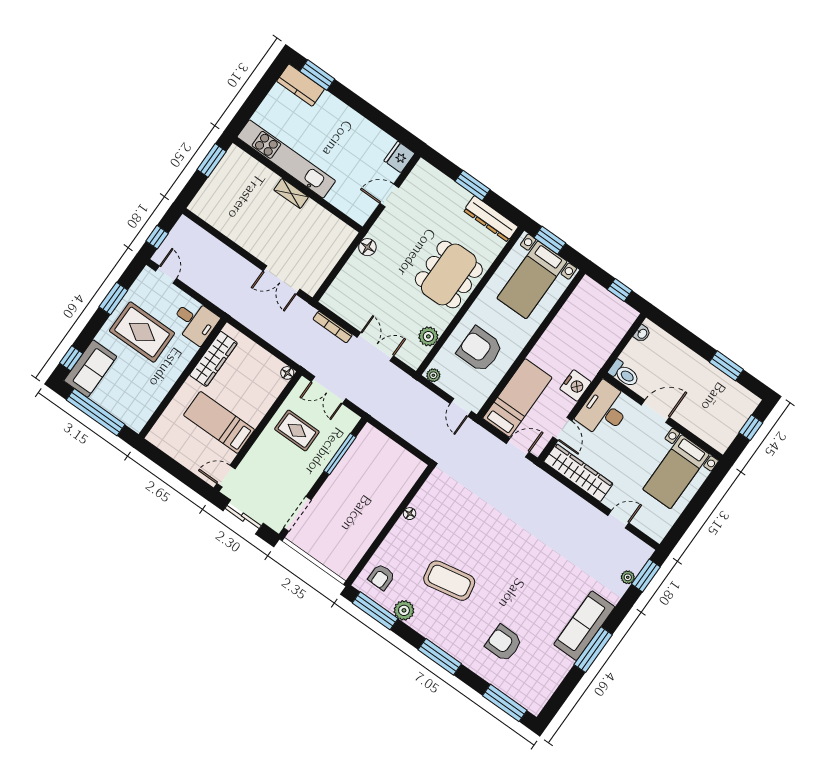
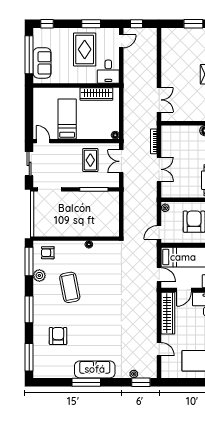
double door: (282, 280) -> (159, 100), swing flipped
plant: (428, 336) -> (183, 192), removed
sofa: (90, 369) -> (42, 63), moved, turned -90

